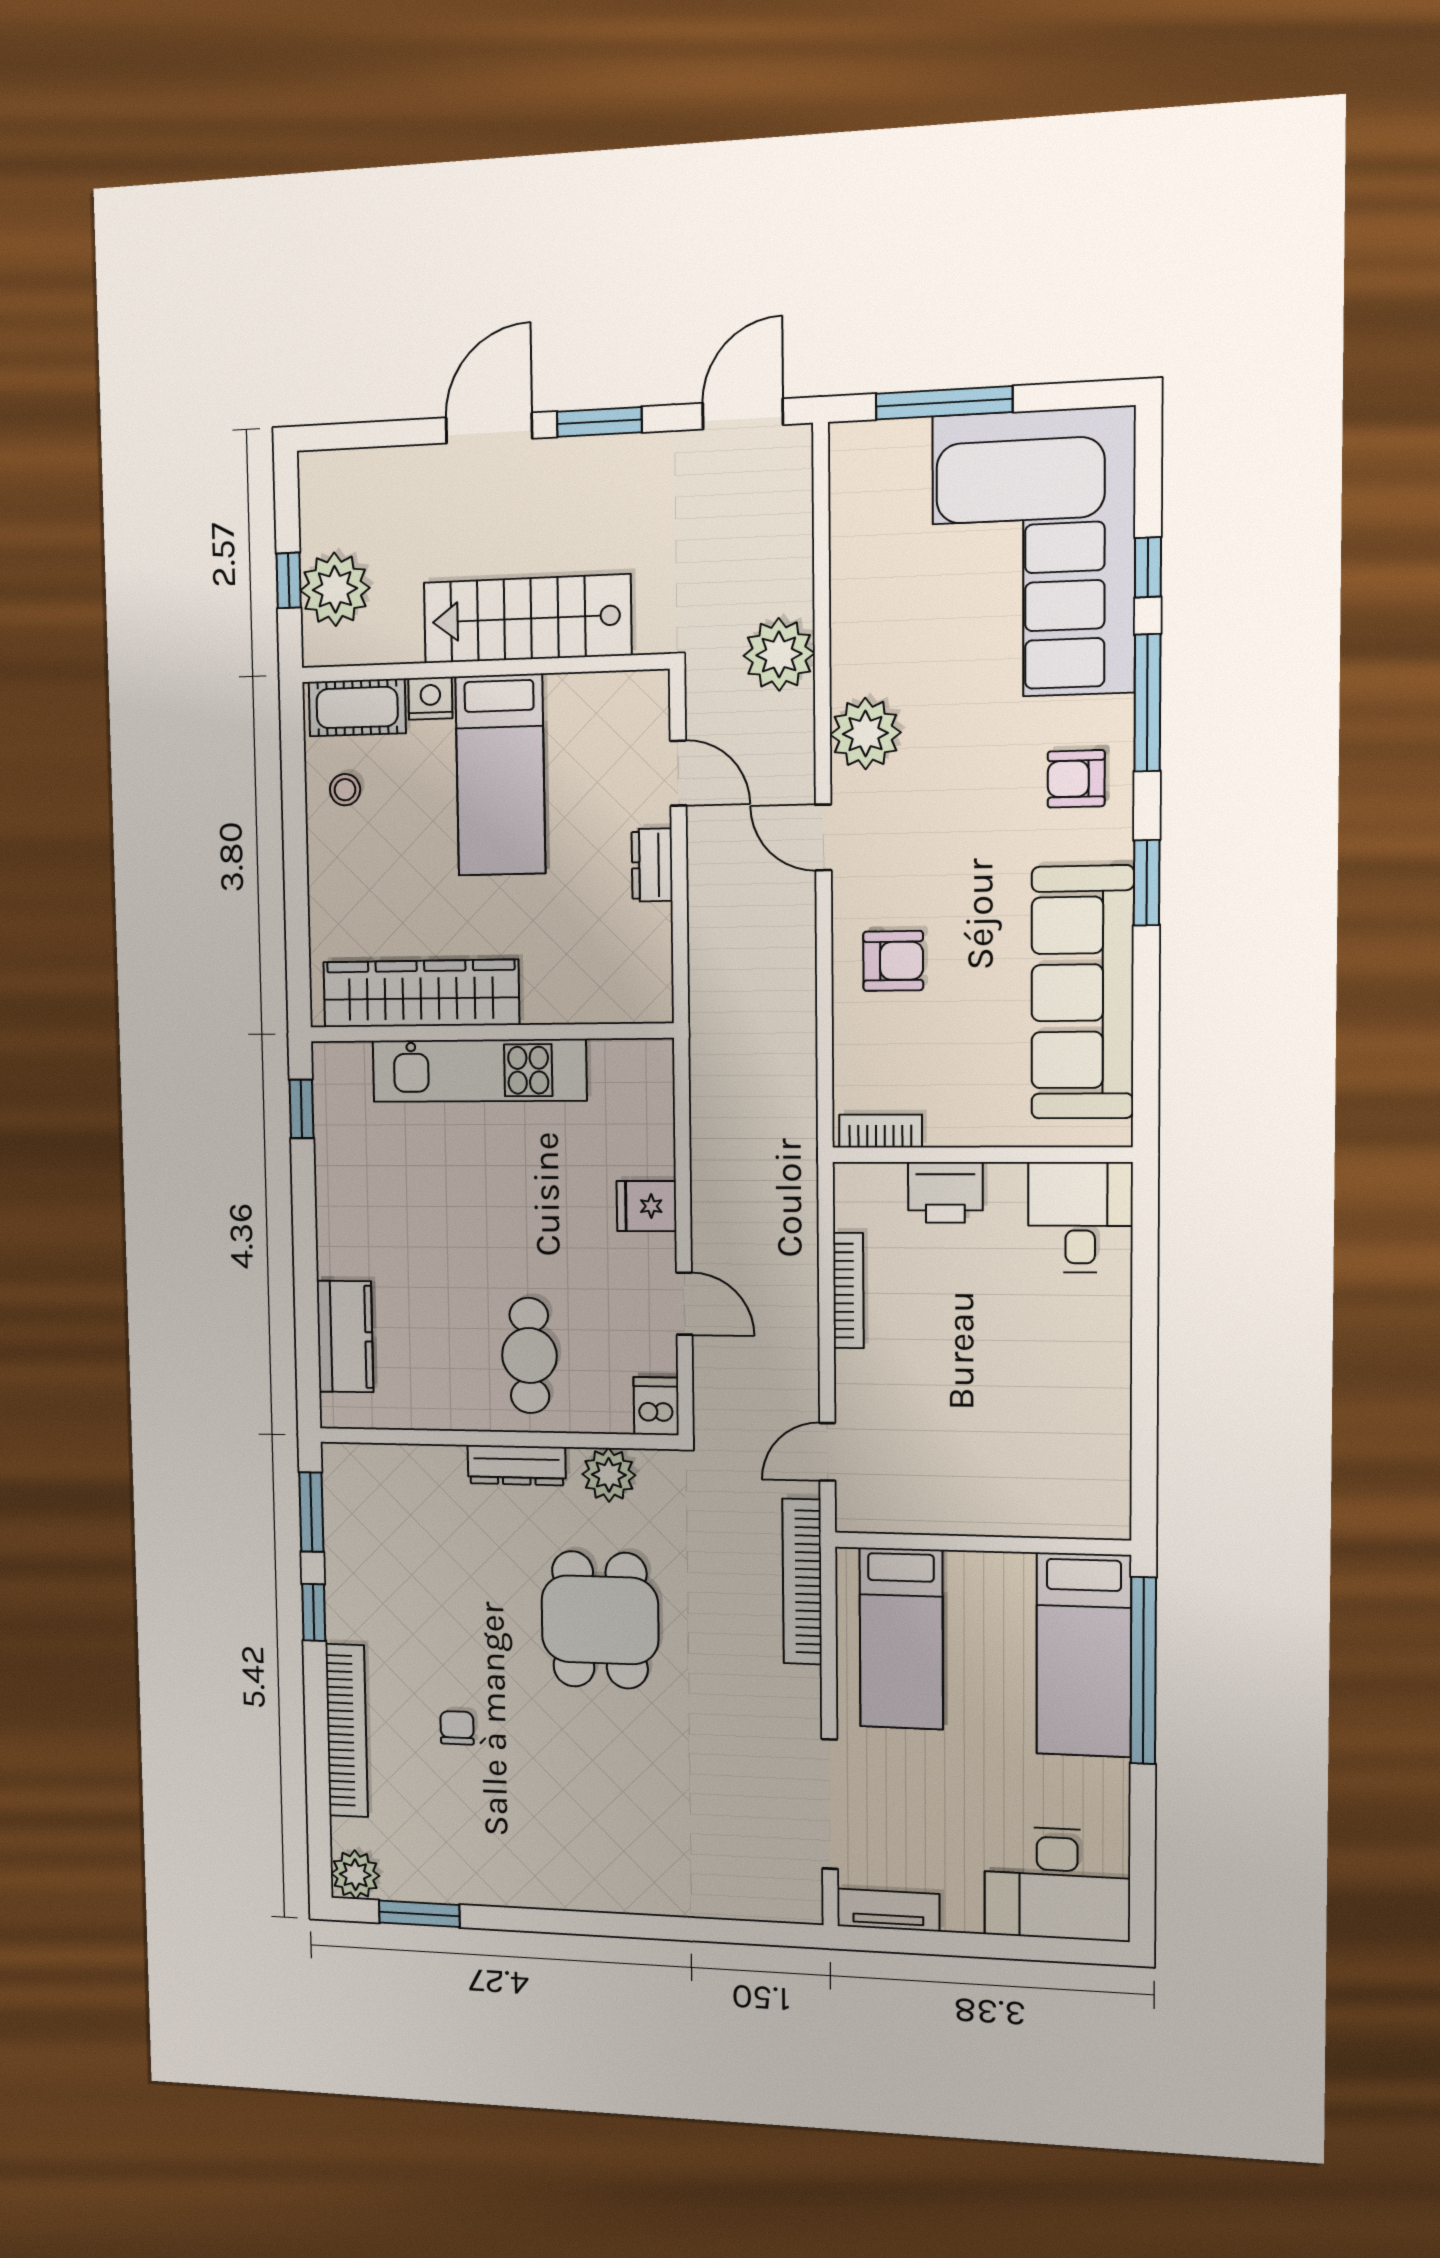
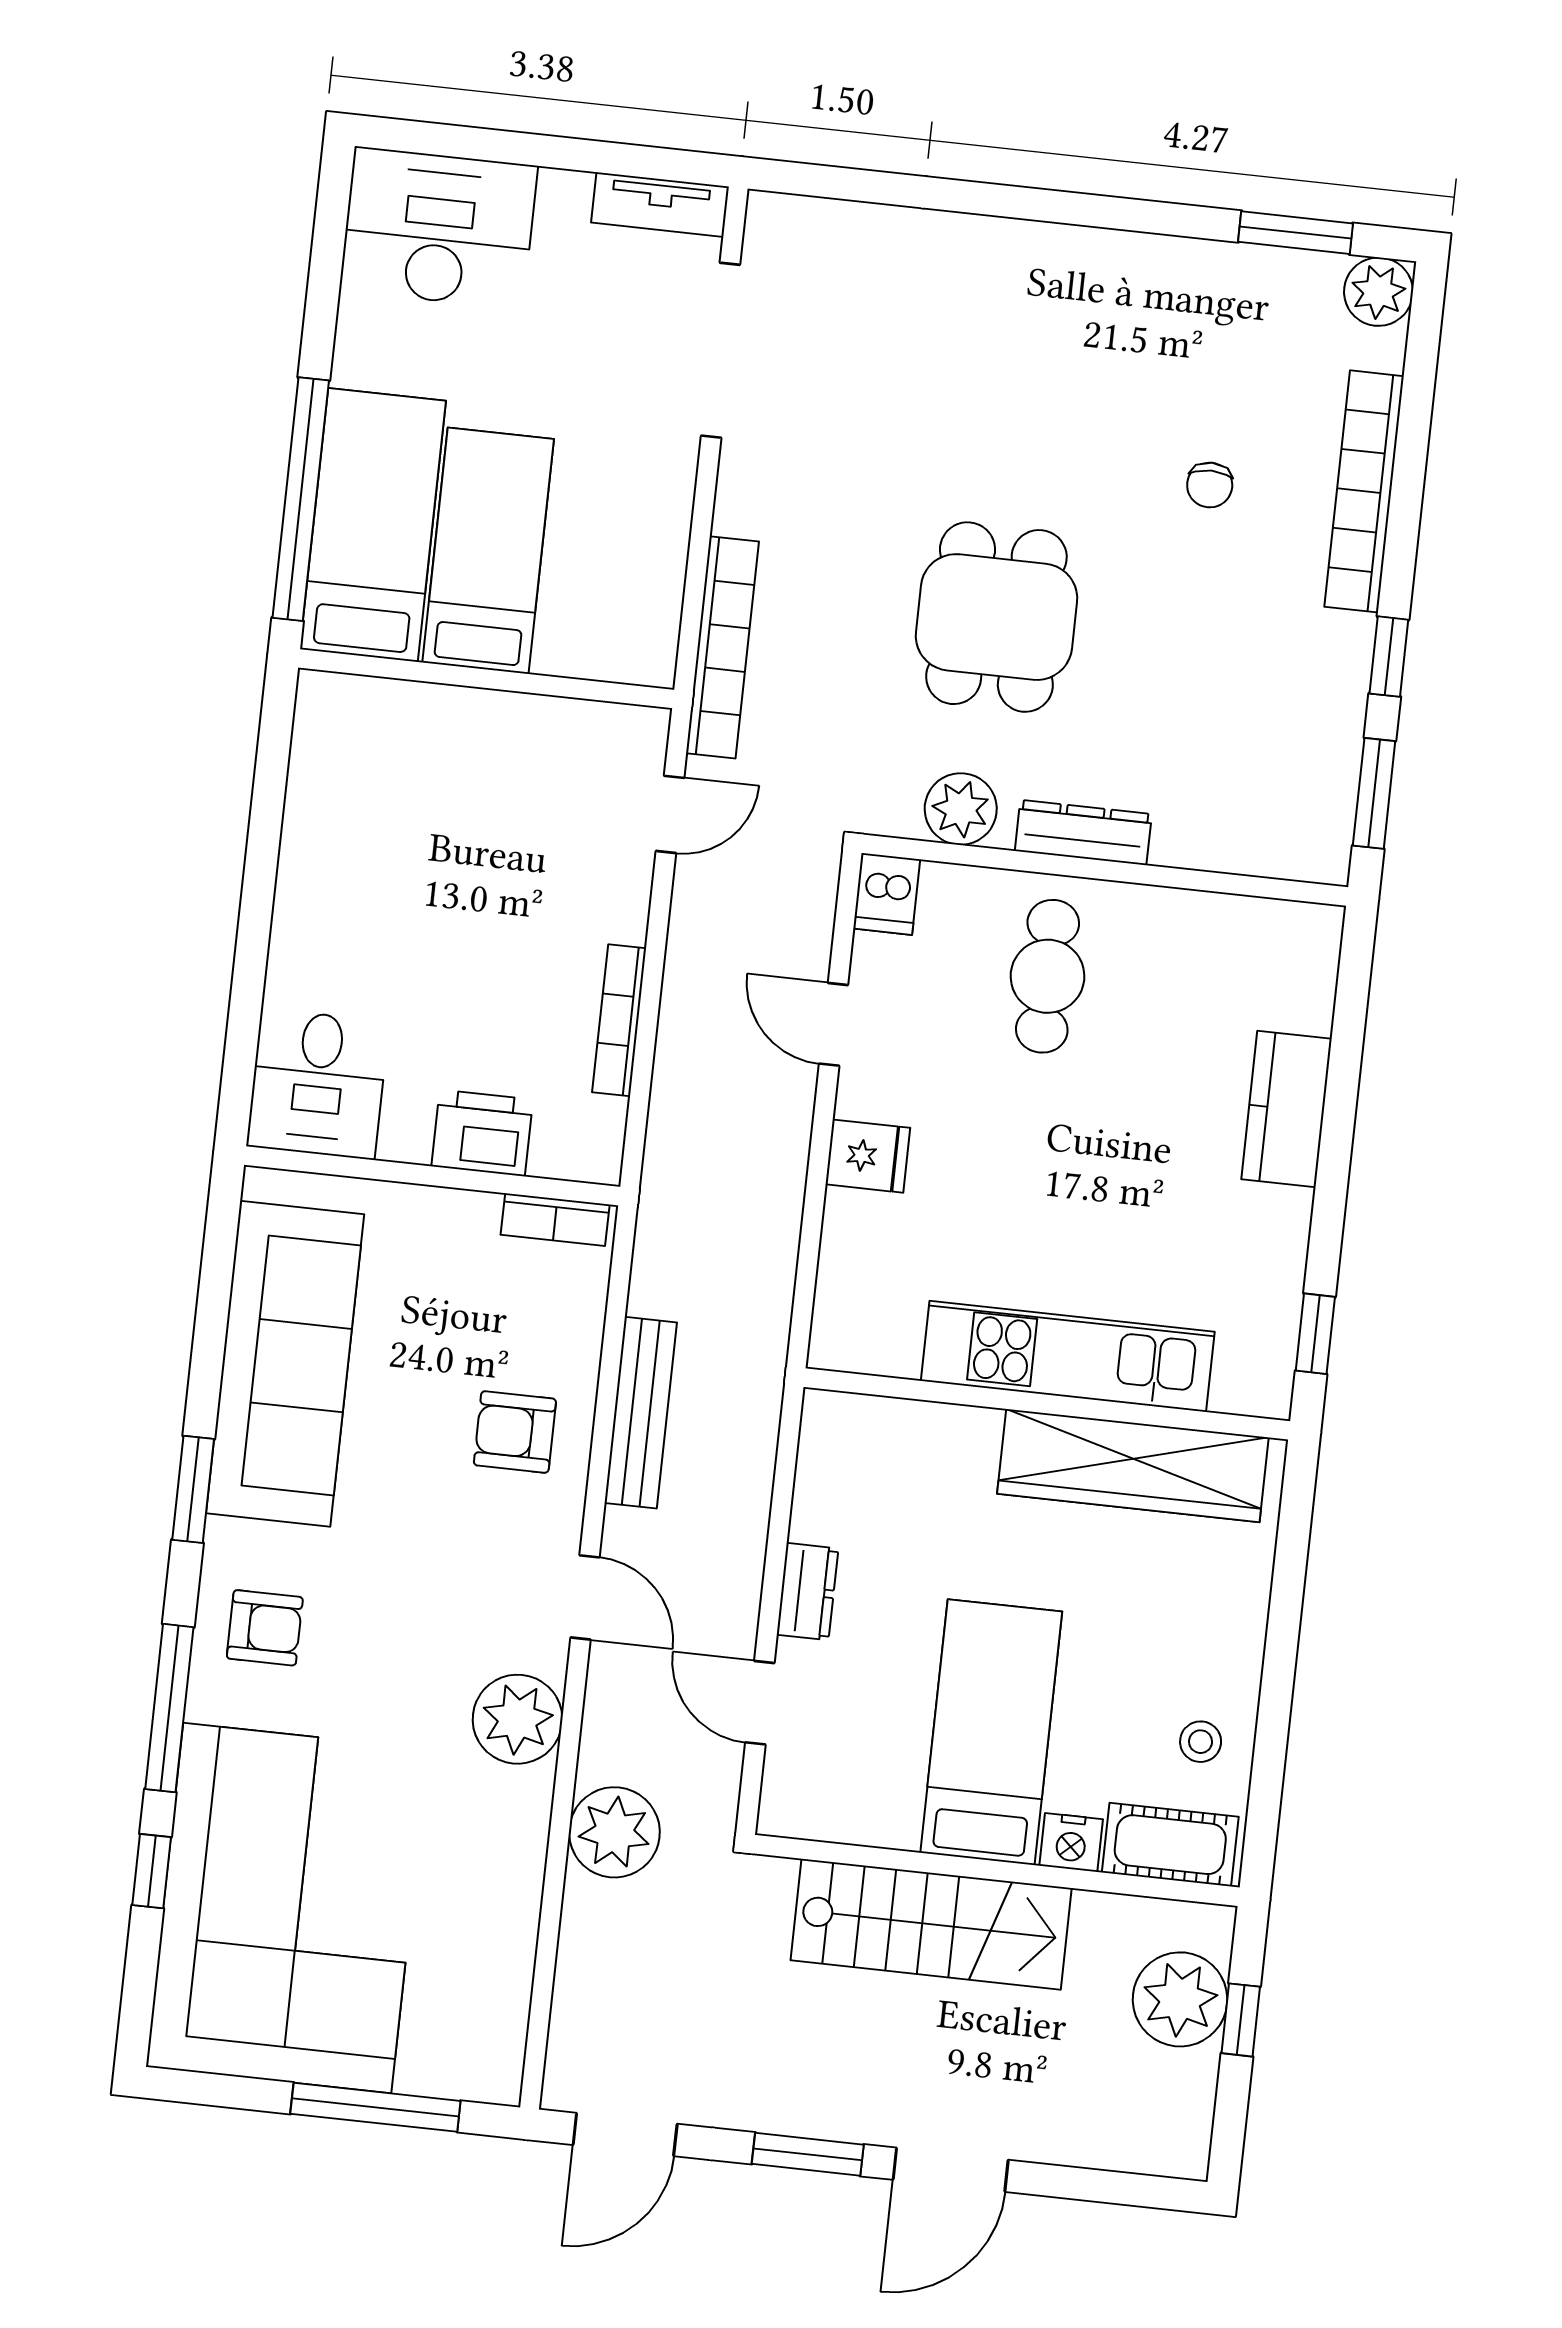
bench: (797, 988) -> (641, 1413), added
kitchen counter: (345, 1337) -> (1287, 1109), moved
bed: (901, 1638) -> (488, 551), moved

